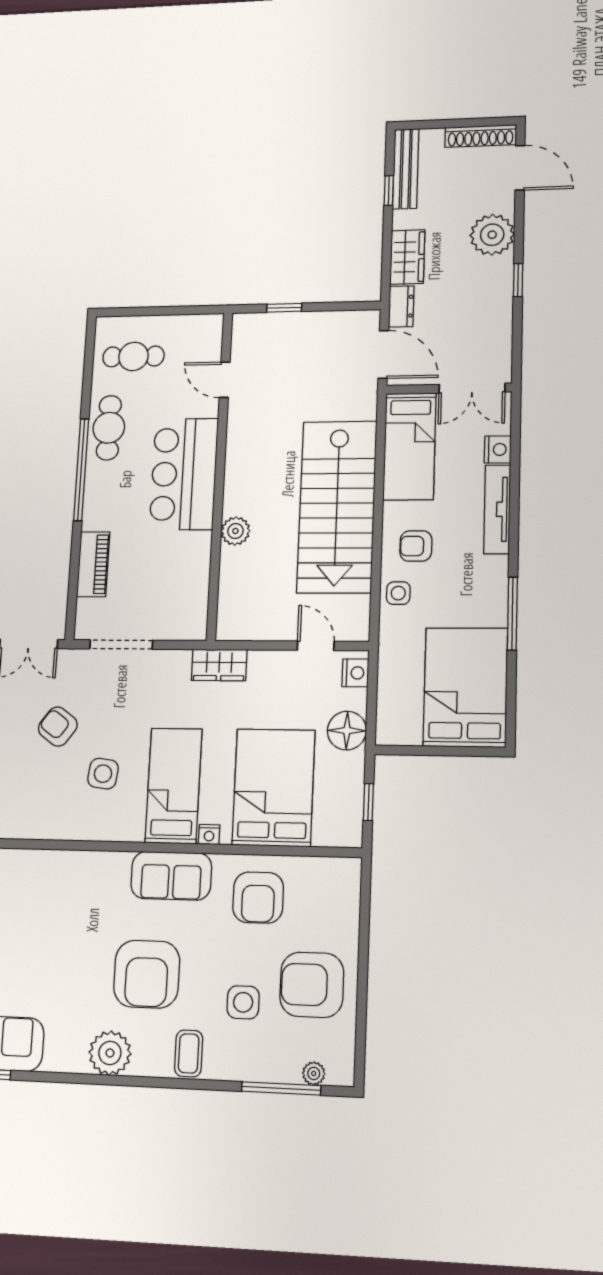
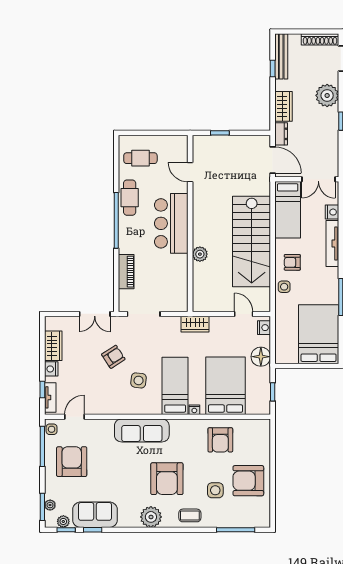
armchair: (58, 727) -> (113, 357), turned 111
sofa: (171, 876) -> (142, 430), moved, width x1.36
coffee table: (189, 1053) -> (190, 515), turned 90
plant: (314, 1073) -> (251, 522), removed

